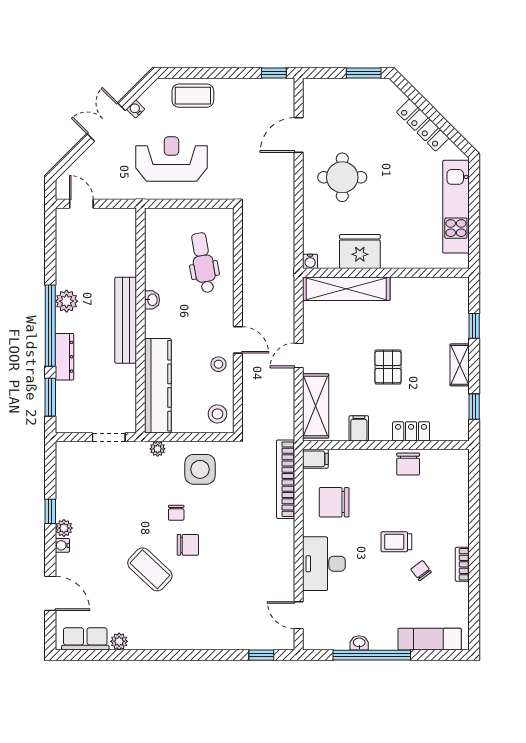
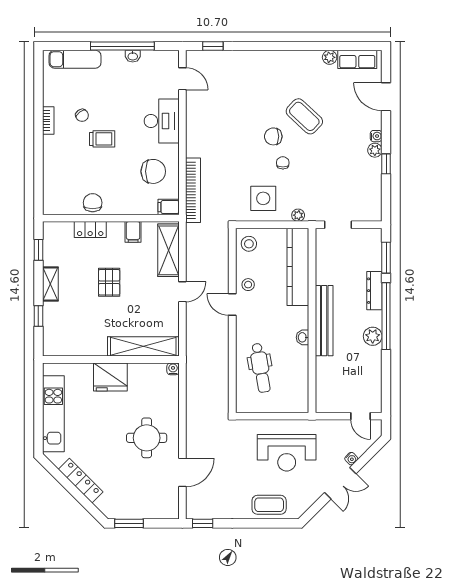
water cooler: (136, 109) -> (351, 459), moved
fridge: (360, 252) -> (110, 377), moved

